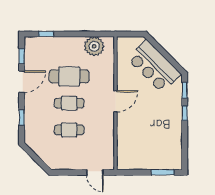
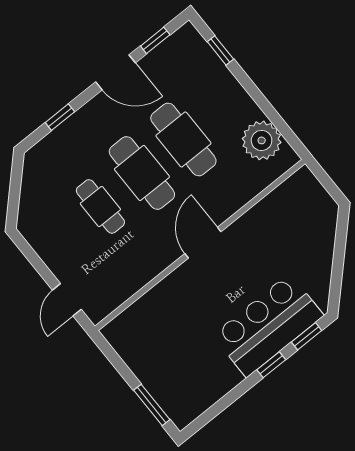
bar counter: (154, 66) -> (268, 325), moved, turned 45
door: (115, 101) -> (203, 243), swing flipped
cafe table: (69, 103) -> (142, 173), width x1.37, depth x1.35

